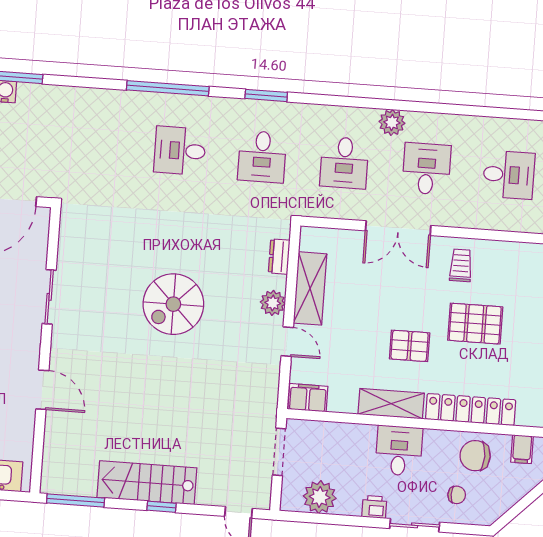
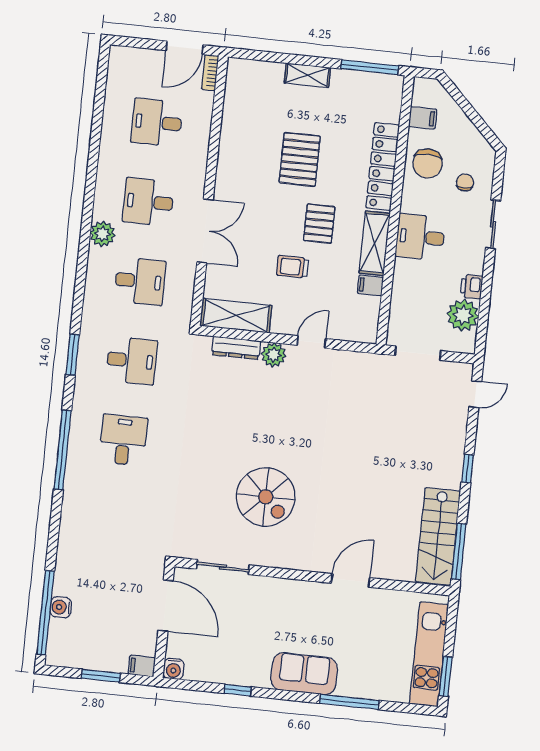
desk: (180, 151) -> (123, 440), turned 180
desk: (509, 175) -> (157, 122), turned -90
dresser: (279, 257) -> (236, 348), width x1.44
trolley: (461, 265) -> (292, 267), moved
shelving: (310, 288) -> (236, 316), moved
sliding door: (49, 297) -> (223, 567), moved
spiral stairs: (173, 304) -> (266, 497), moved
filing cabinet: (308, 398) -> (370, 285), moved, width x0.50
stairs: (147, 483) -> (438, 536), moved
printer: (374, 507) -> (472, 287), moved

